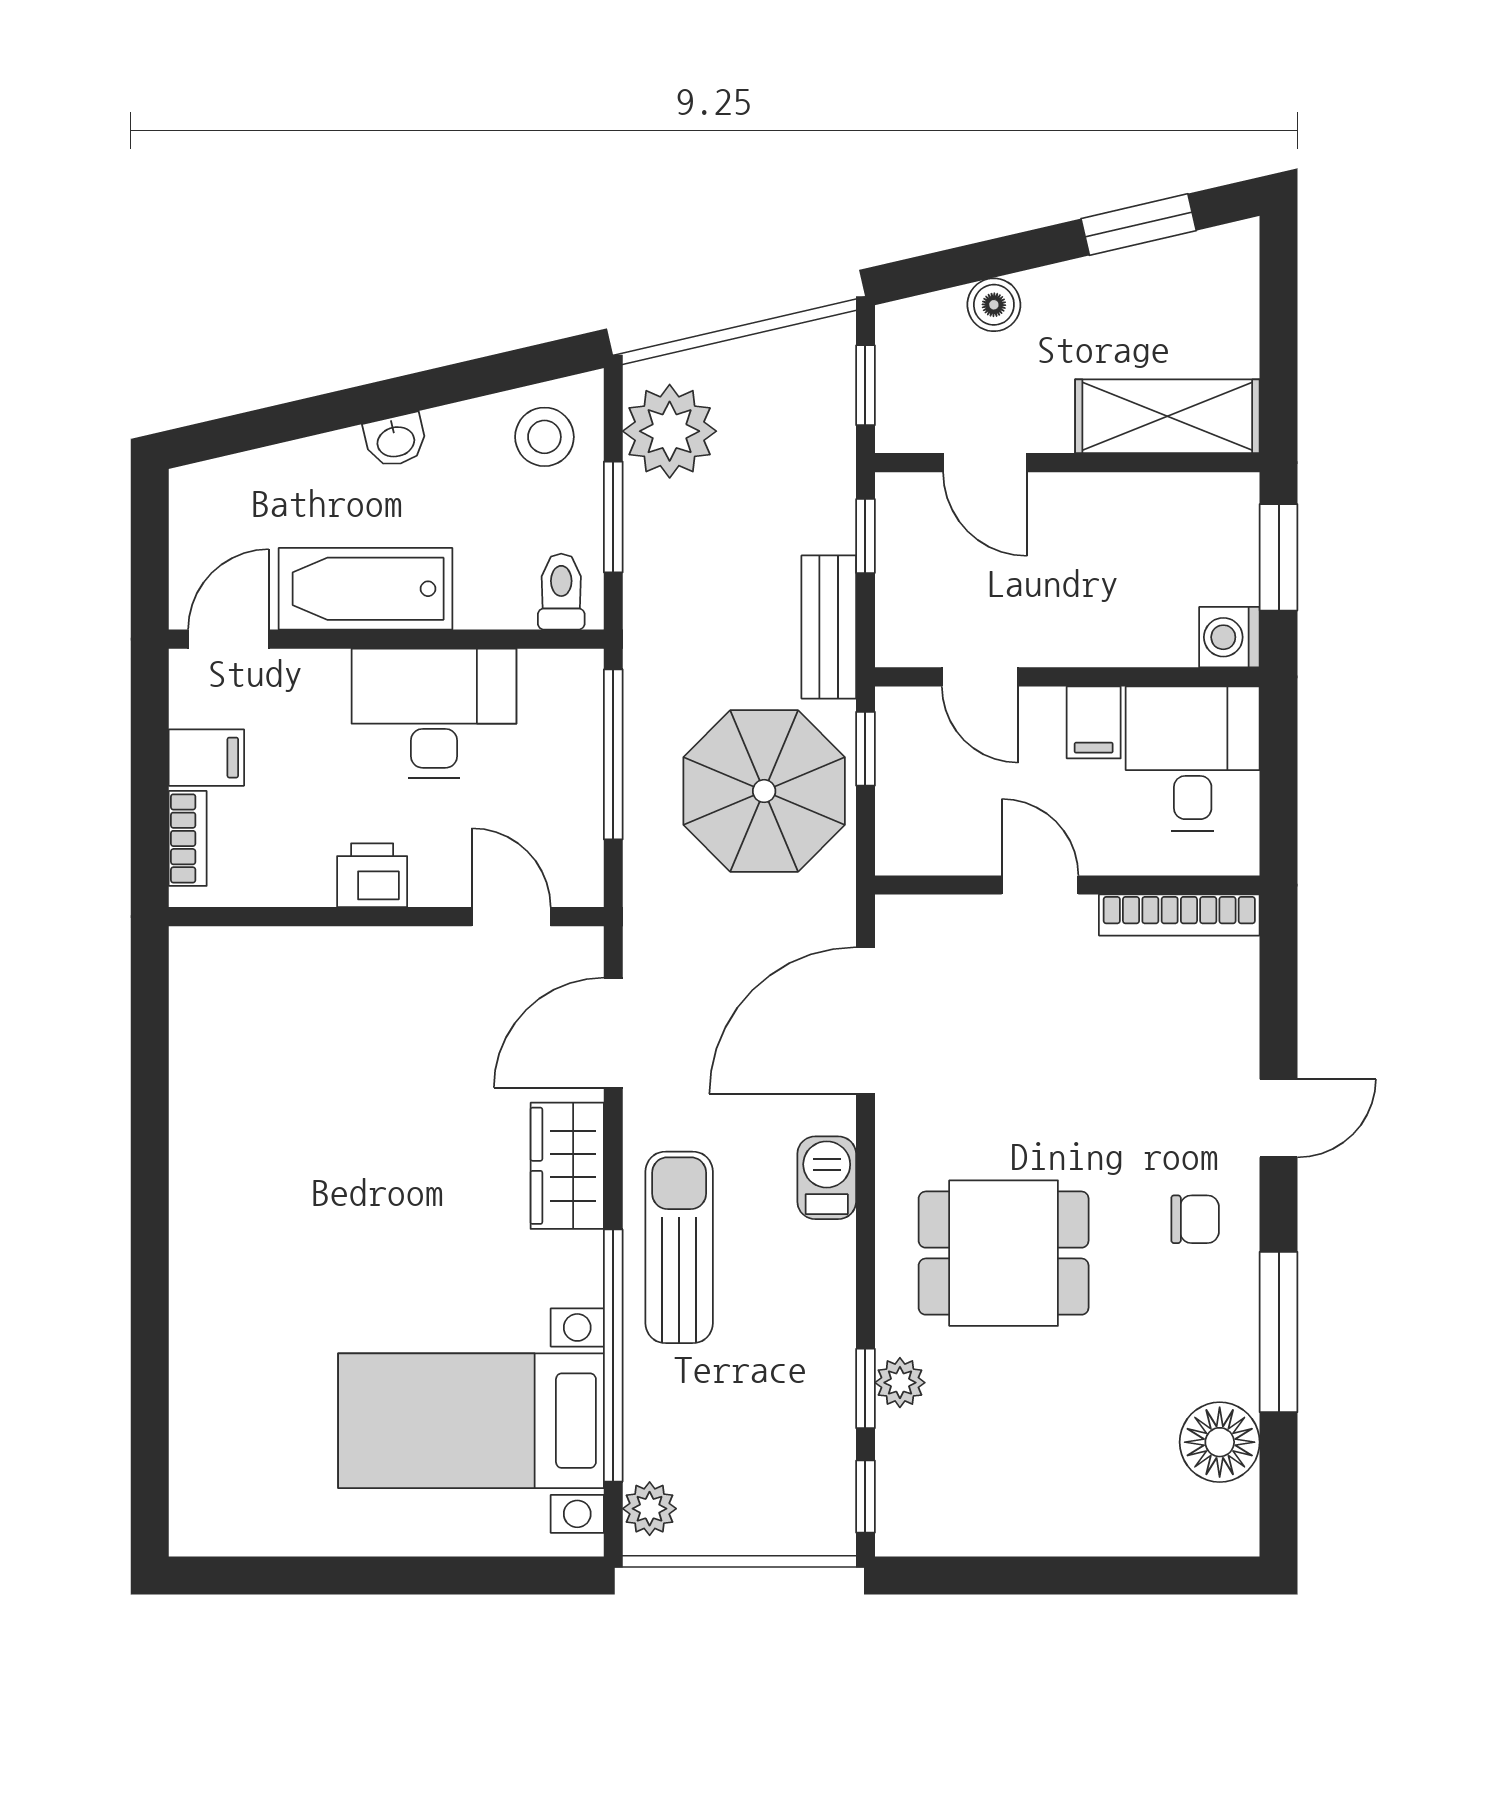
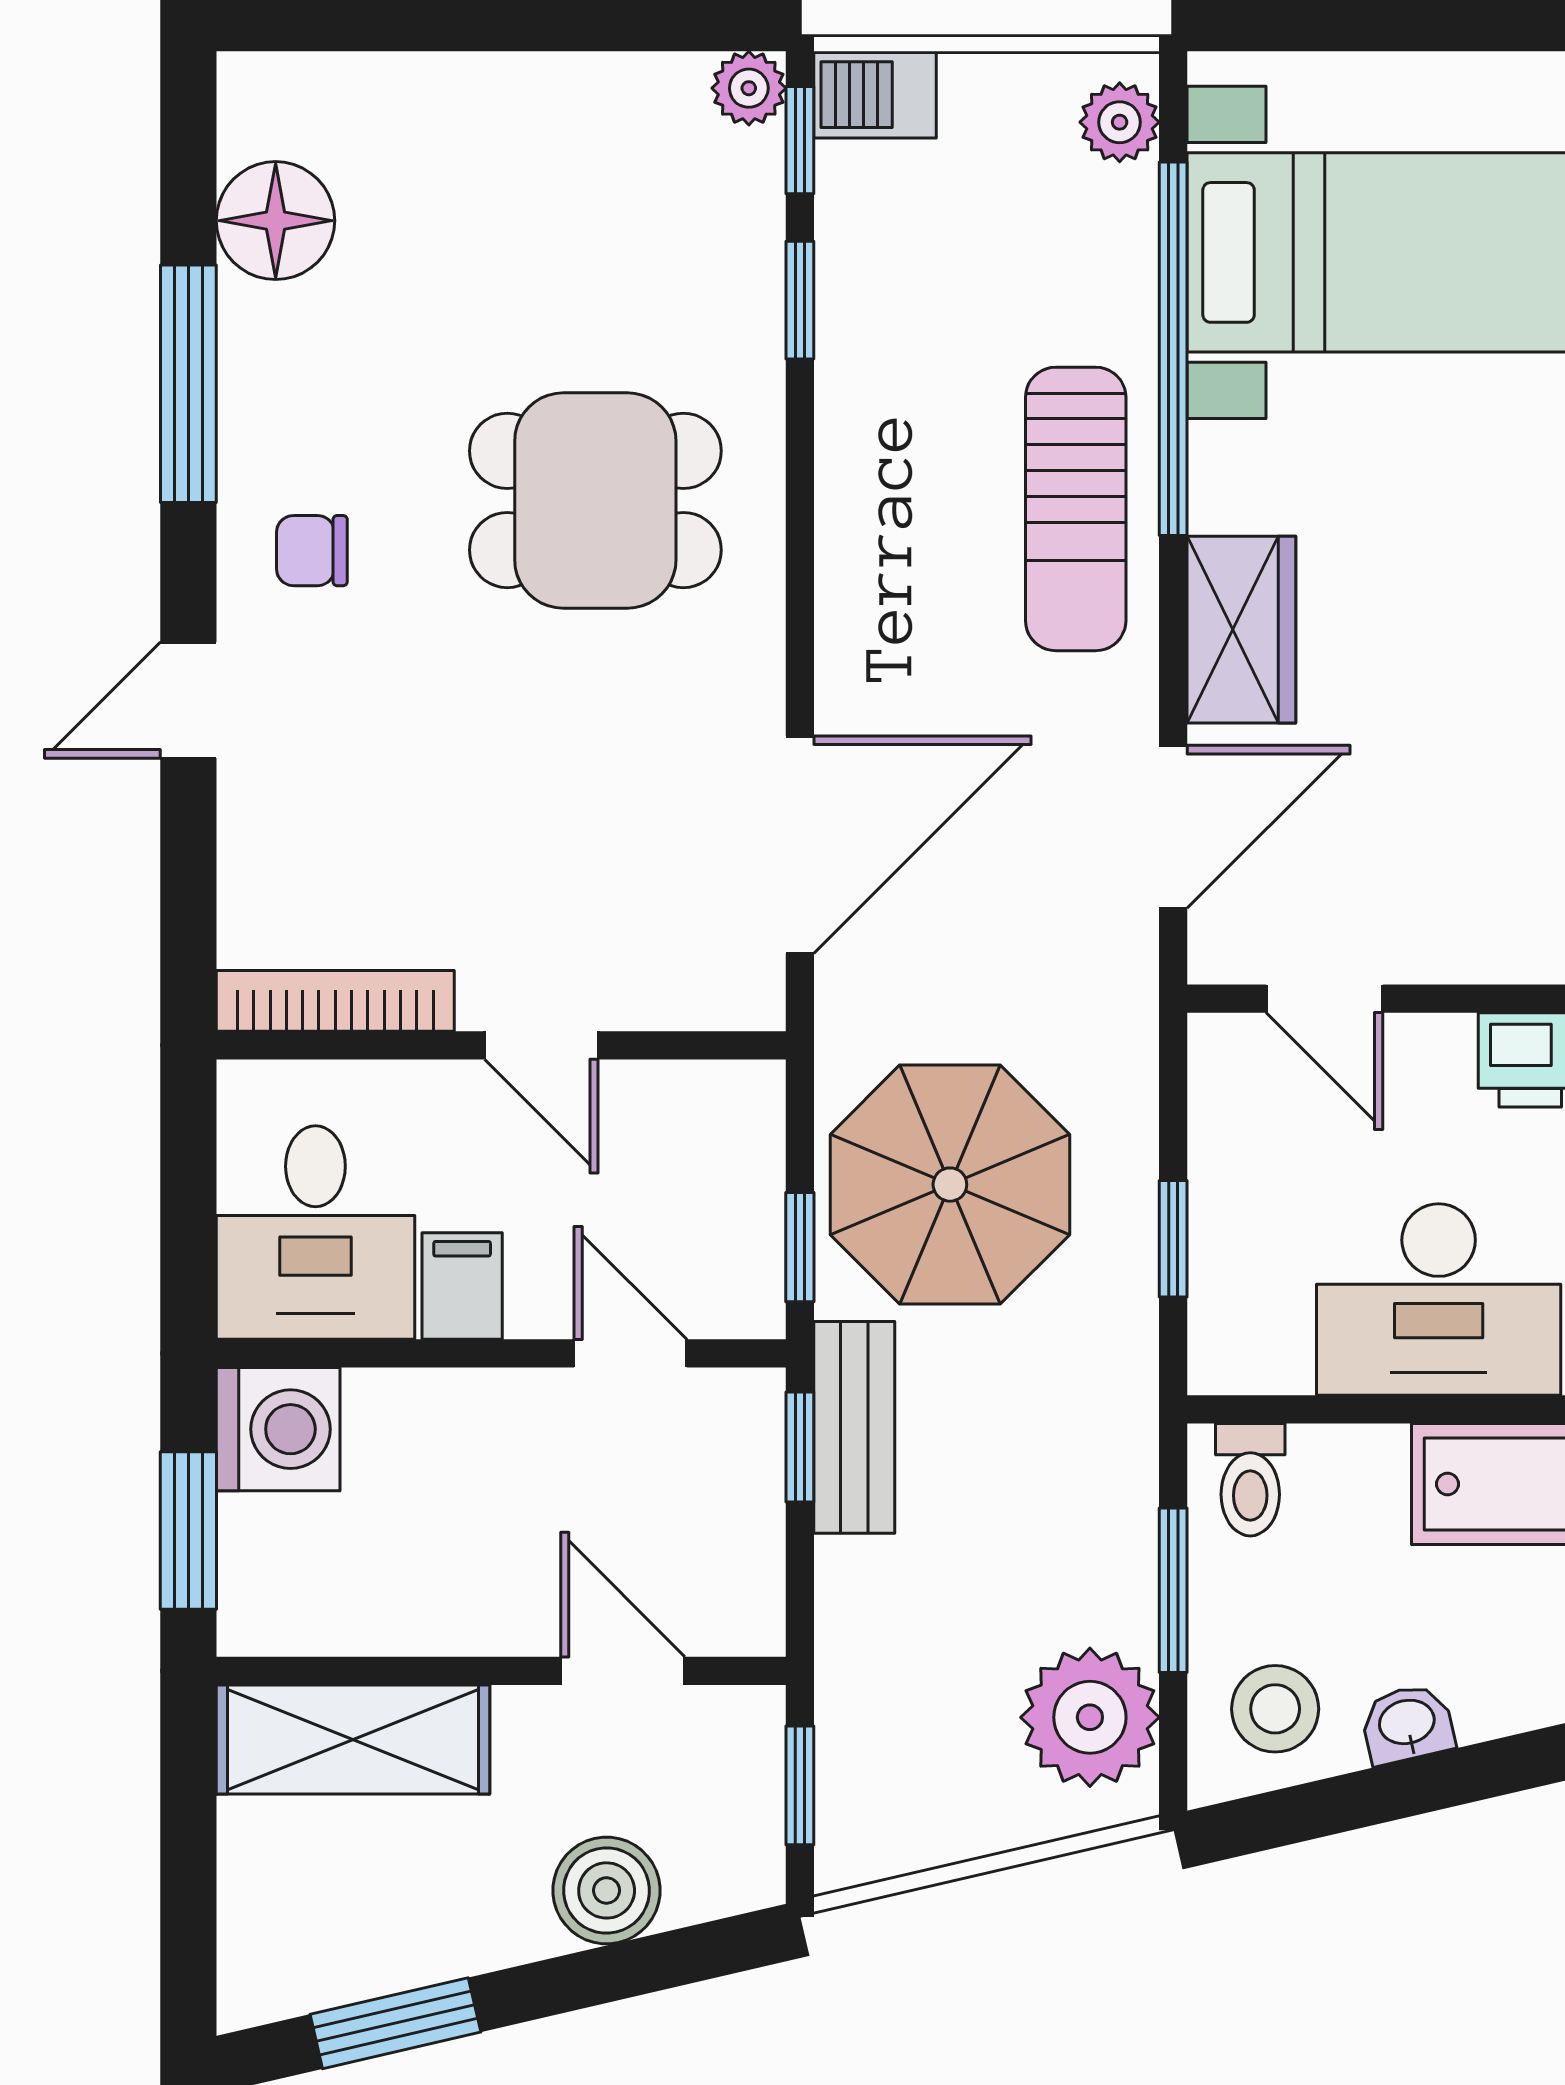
boiler: (994, 305) -> (607, 1890), width x1.36, depth x1.36
washbasin: (396, 440) -> (1407, 1724), moved
window: (865, 536) -> (800, 1447), moved
washing machine: (1229, 637) -> (278, 1429), width x1.38, depth x1.38
window: (613, 754) -> (1173, 1239), width x0.46
barbecue: (827, 1178) -> (875, 95), moved, turned 90
plant: (900, 1383) -> (749, 88), moved

